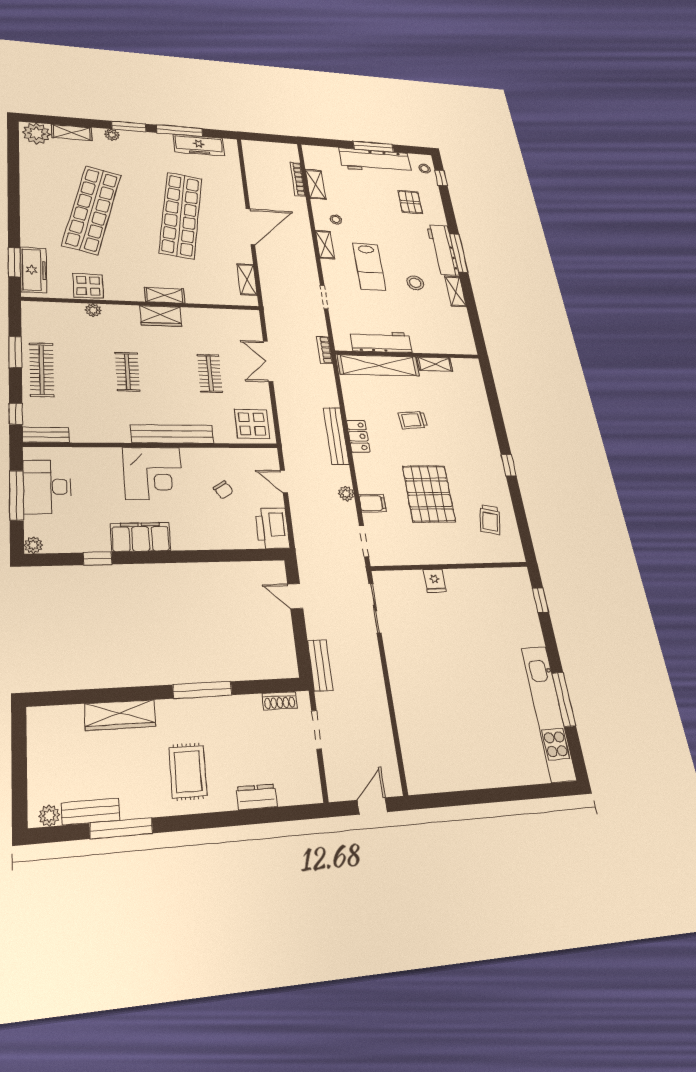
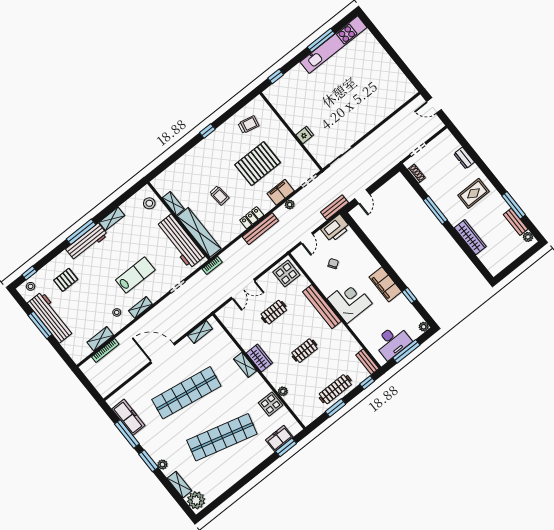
freezer: (33, 270) -> (279, 438), width x0.71
stool: (415, 283) -> (149, 203), moved
workbench: (381, 342) -> (180, 241), width x1.36, depth x1.32
filing cabinet: (372, 503) -> (281, 192), width x2.00
bench: (320, 665) -> (334, 207), moved

